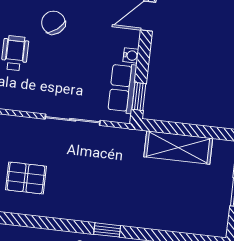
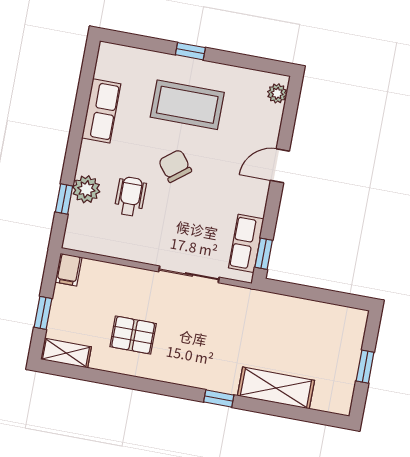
water cooler: (131, 55) -> (258, 208), removed
shelving: (178, 148) -> (276, 388), moved

